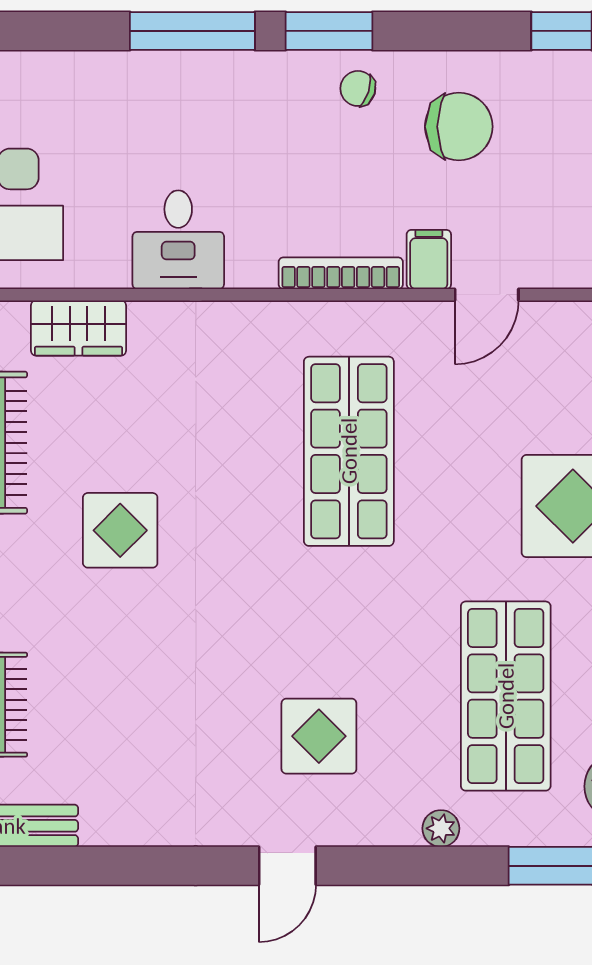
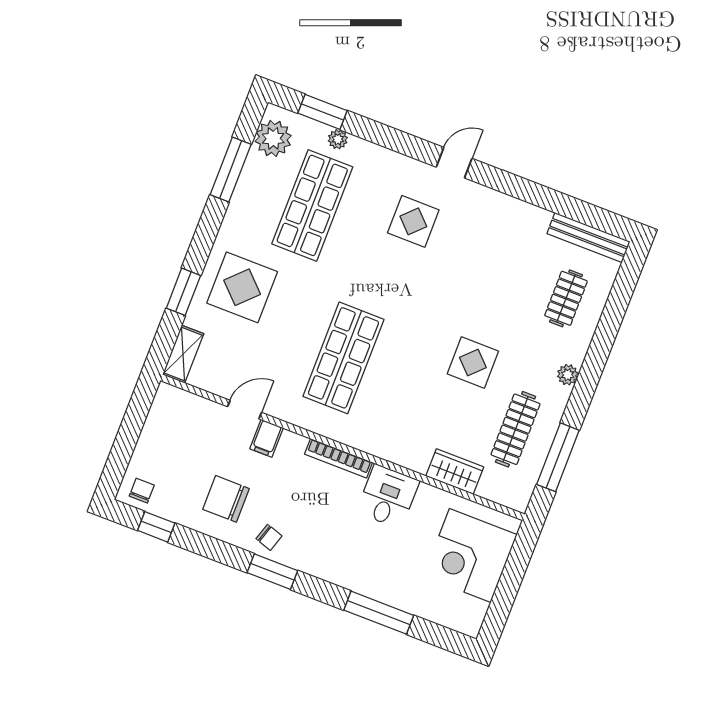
window: (192, 31) -> (379, 613), moved
bookcase: (341, 273) -> (339, 458), moved
plant: (441, 828) -> (338, 139), moved

